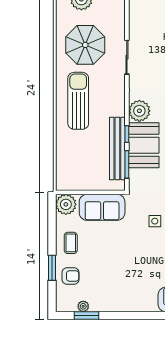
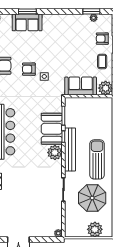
sun lounger: (78, 101) -> (97, 159), turned 180
bench: (117, 149) -> (70, 149), moved

